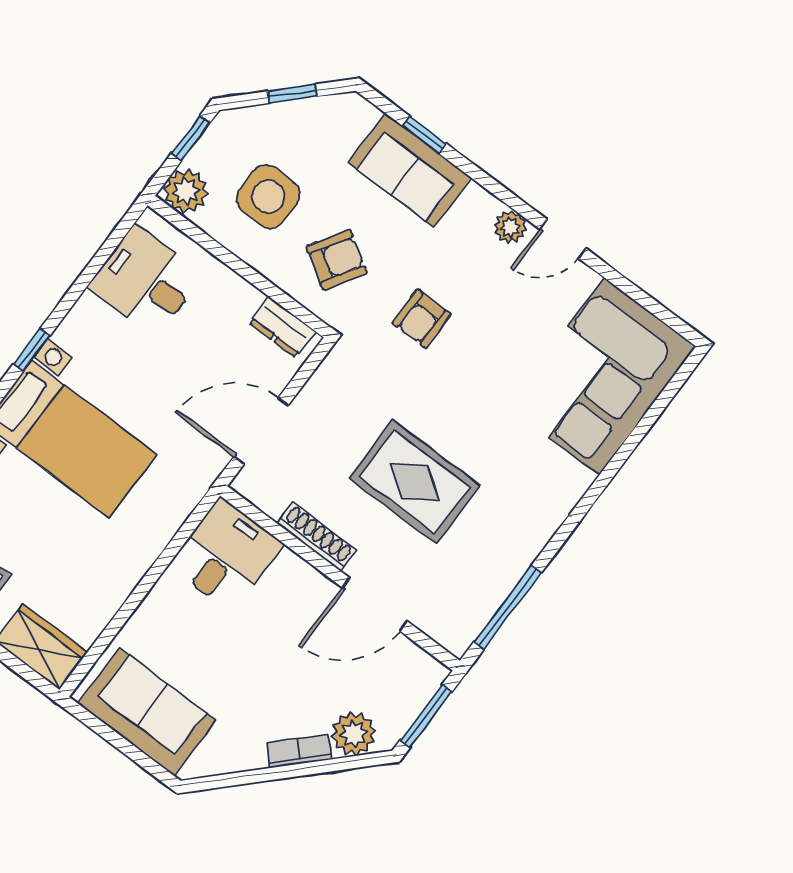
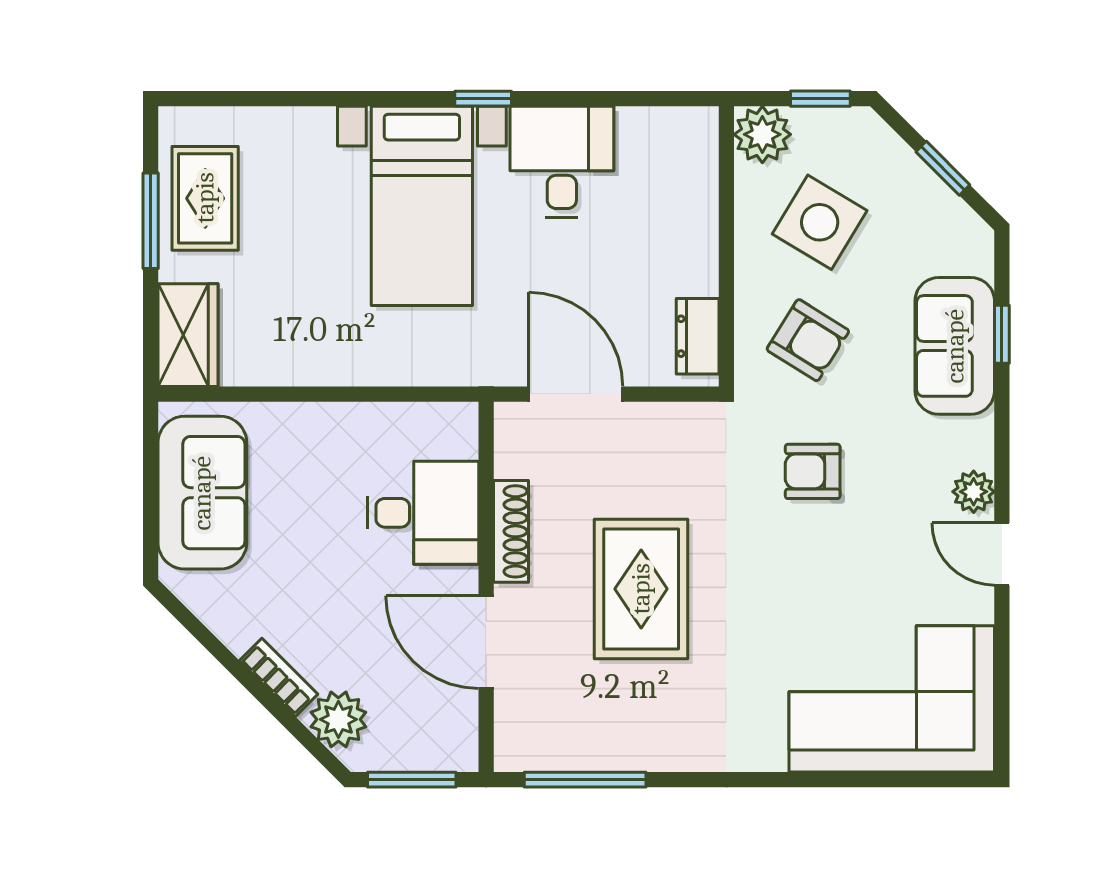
side table: (268, 197) -> (820, 222), turned 31
desk: (146, 281) -> (562, 162), moved
desk: (226, 555) -> (423, 513), moved

